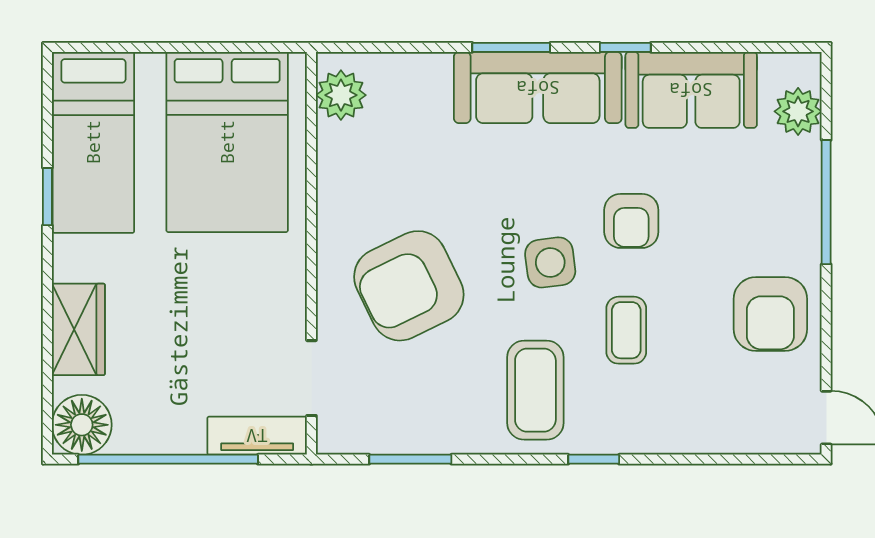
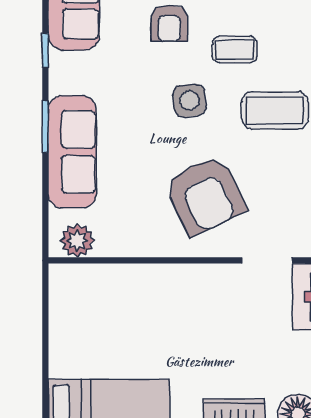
sofa: (538, 88) -> (72, 152), moved
bed: (227, 142) -> (109, 317), removed
armchair: (631, 221) -> (169, 23), moved, turned 90

